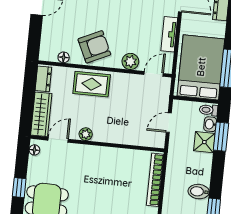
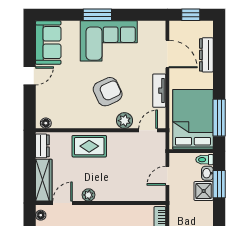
armchair: (94, 47) -> (108, 92), moved
floor lamp: (64, 57) -> (46, 123), moved

